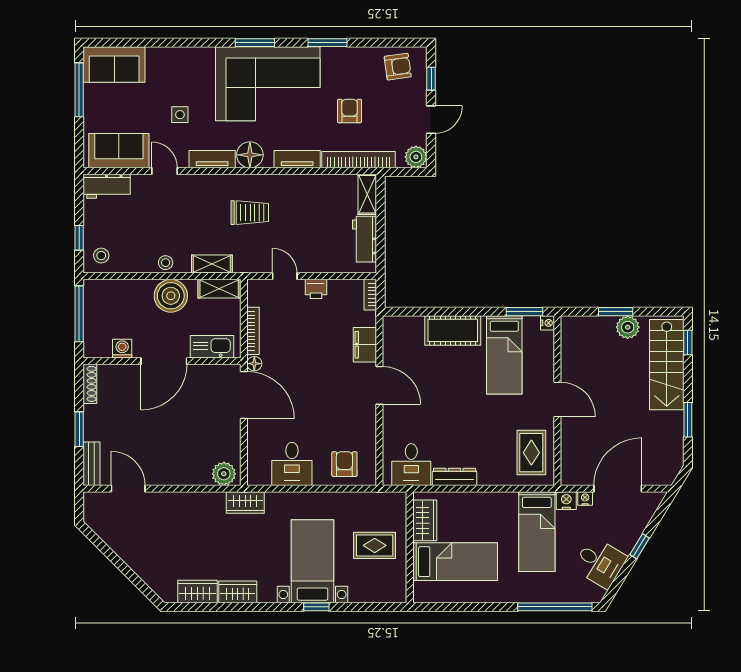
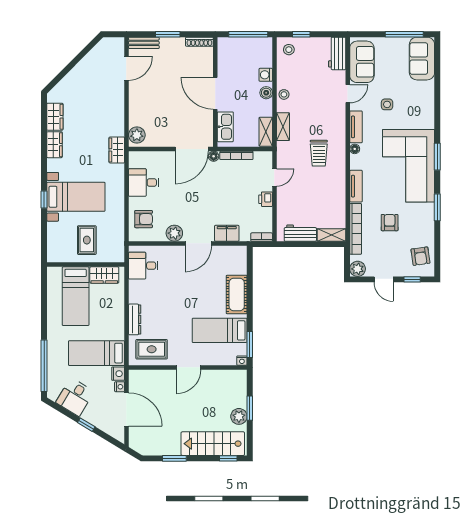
armchair: (349, 111) -> (390, 223), turned -90
floor lamp: (250, 155) -> (355, 149), width x0.53, depth x0.53
boiler: (171, 296) -> (266, 93), width x0.54, depth x0.54
washing machine: (122, 349) -> (266, 75), moved, turned 180
plant: (365, 420) -> (174, 233), added
dresser: (455, 477) -> (135, 319), moved

